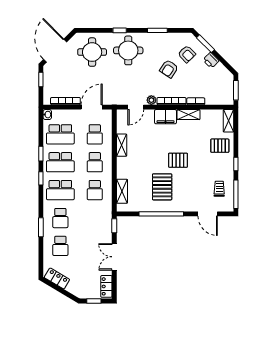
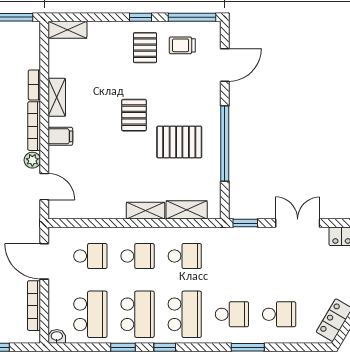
filing cabinet: (165, 117) -> (60, 136), width x0.50
shelving: (122, 145) -> (145, 211), moved
pallet: (220, 146) -> (145, 48), moved
double door: (114, 257) -> (298, 223), swing flipped

